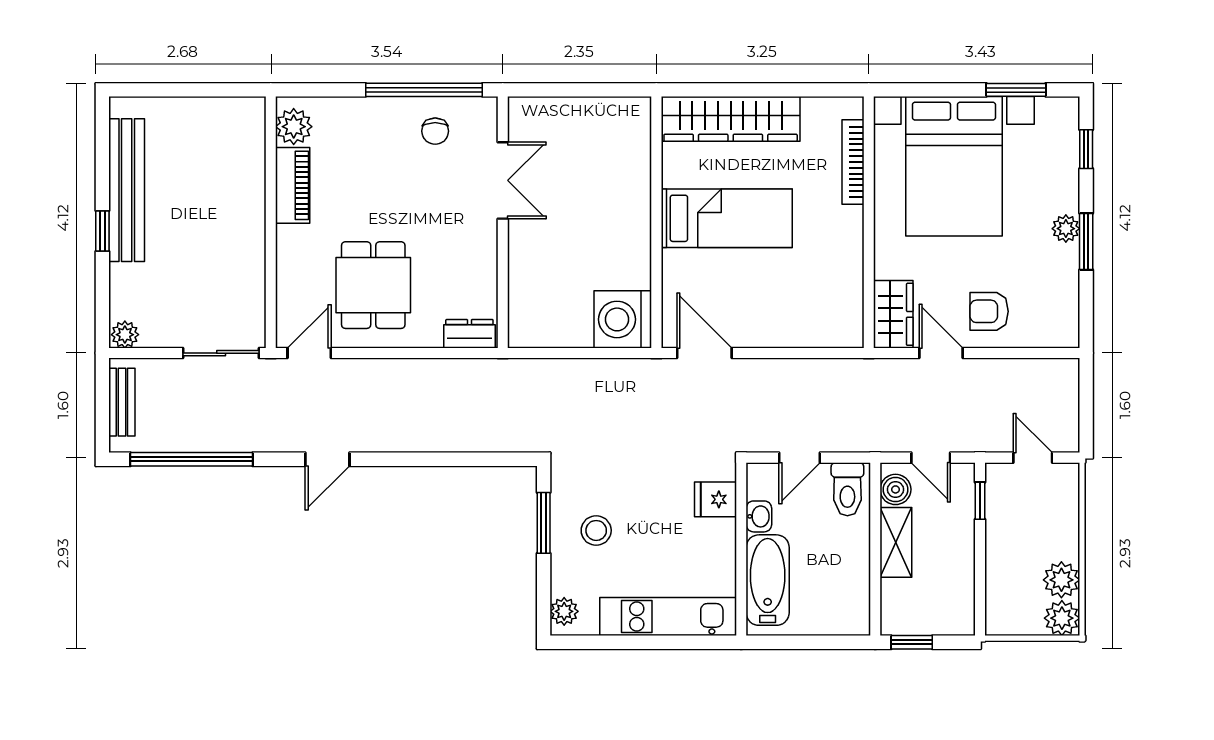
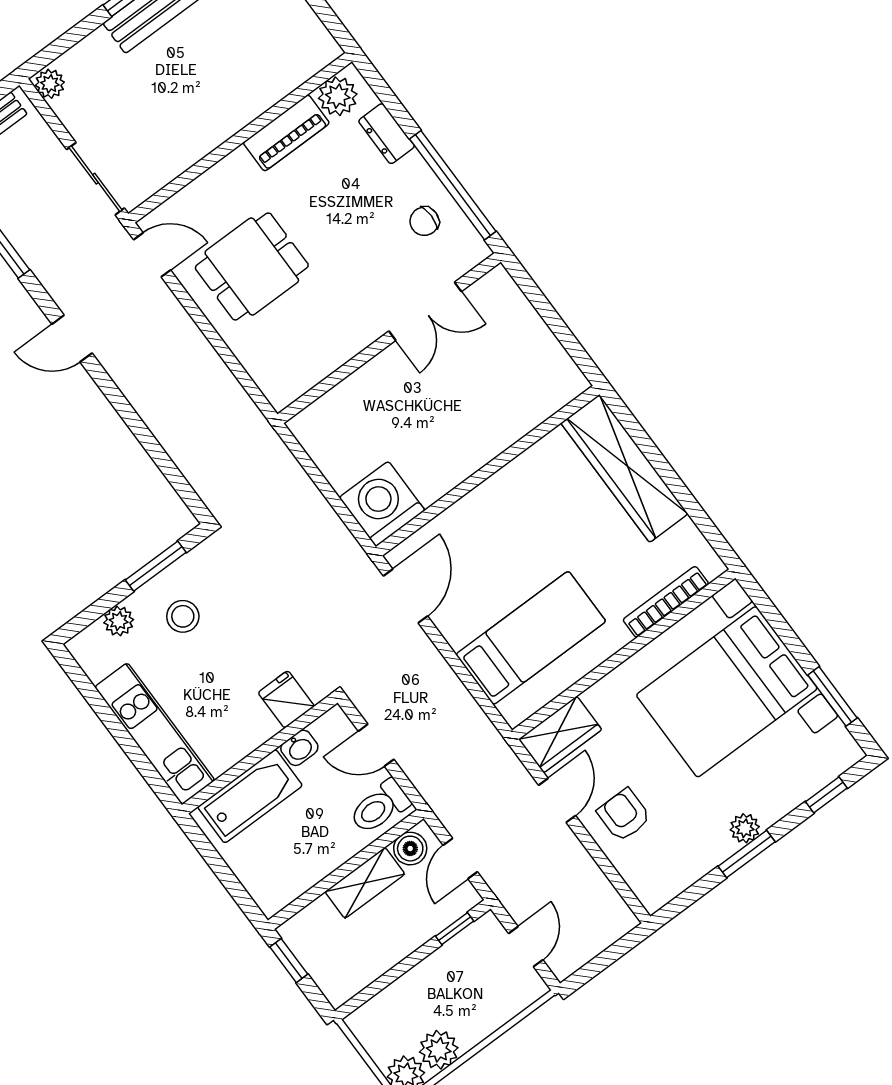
bed: (727, 218) -> (531, 638), moved, turned -90
dresser: (469, 334) -> (387, 134), moved, turned 180
plant: (564, 611) -> (119, 621), moved

